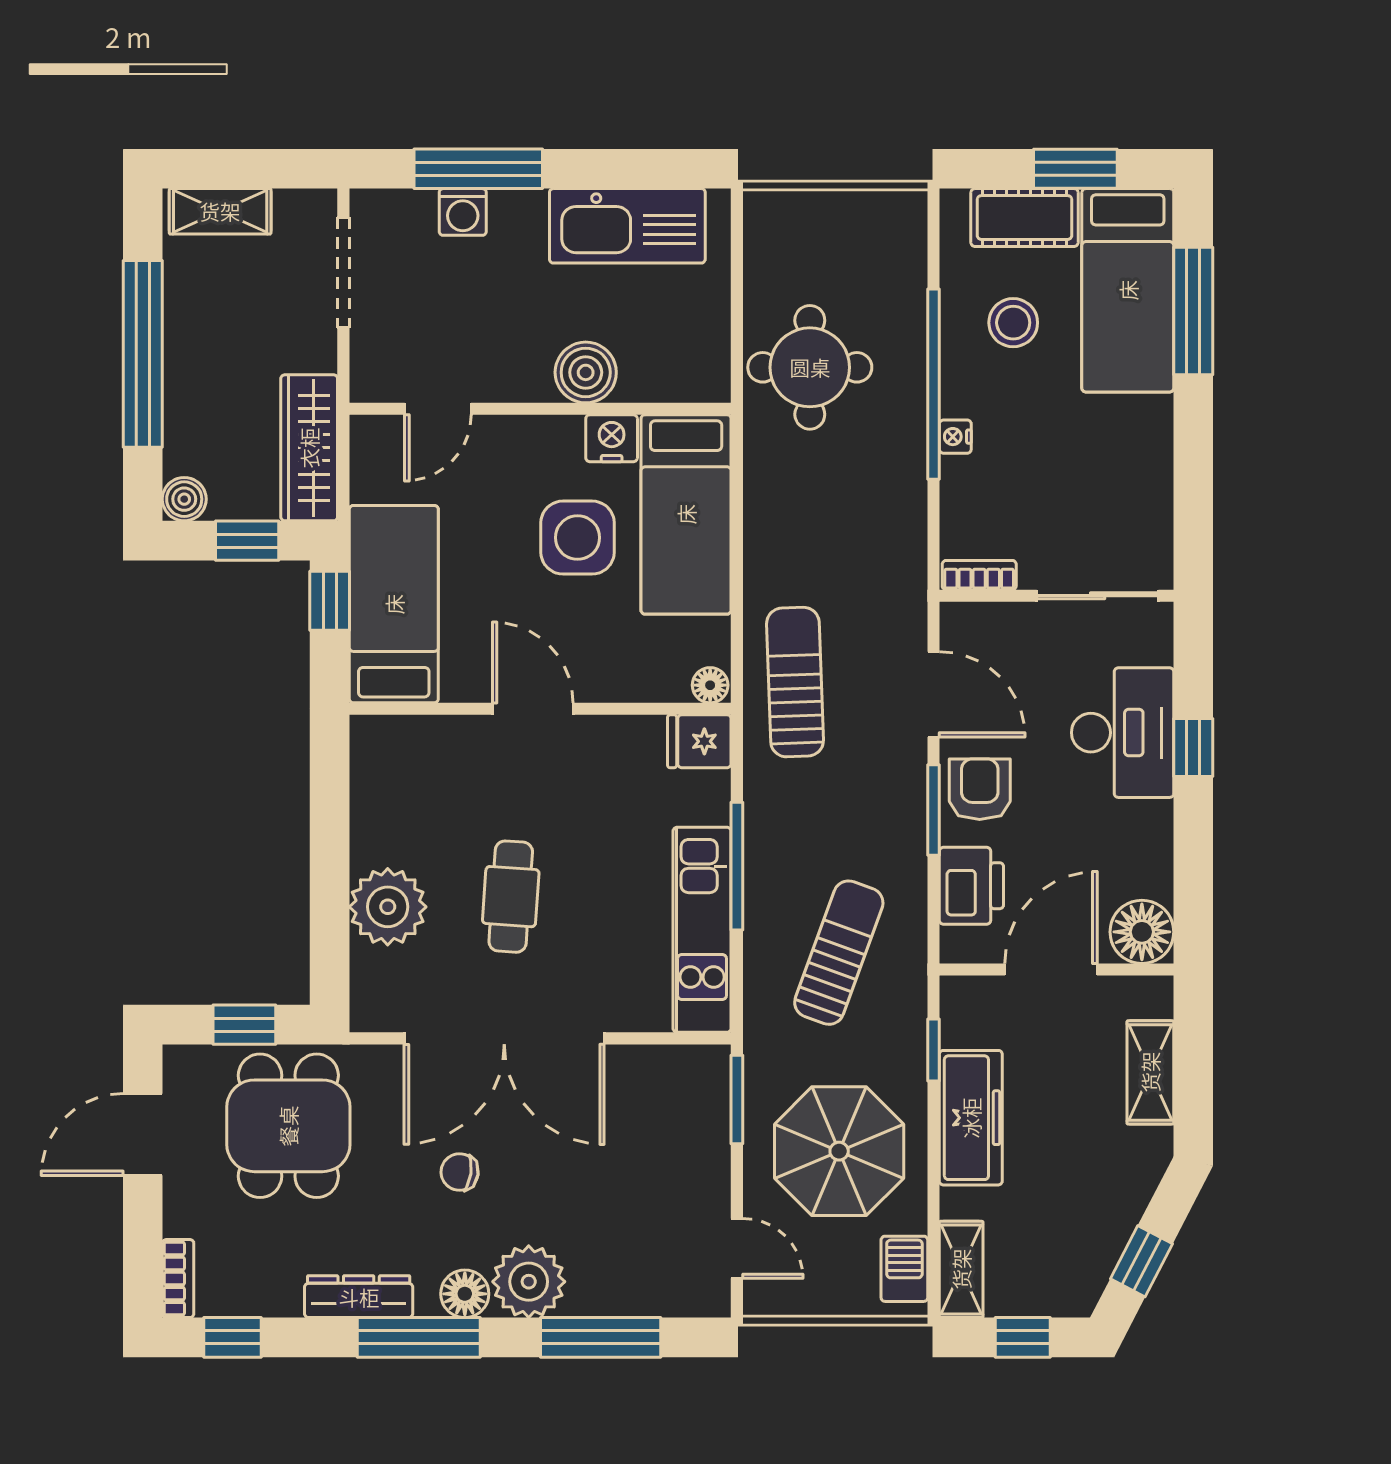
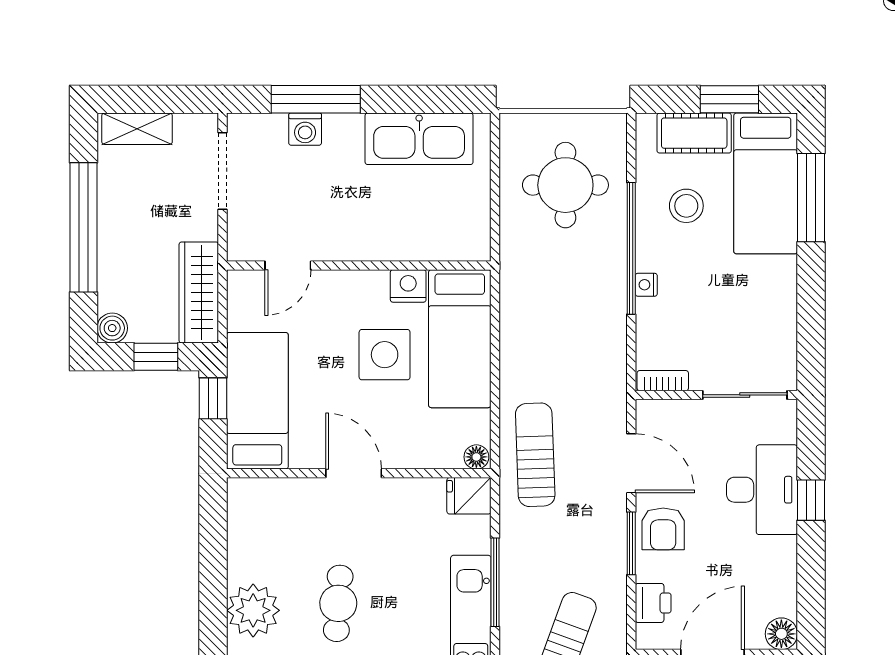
round table: (810, 367) -> (565, 185), moved
boiler: (586, 372) -> (390, 240), removed
armchair: (980, 789) -> (663, 529), turned 180
printer: (971, 886) -> (653, 603), width x0.73, depth x0.81
floor lamp: (1142, 932) -> (781, 634), width x0.73, depth x0.73

